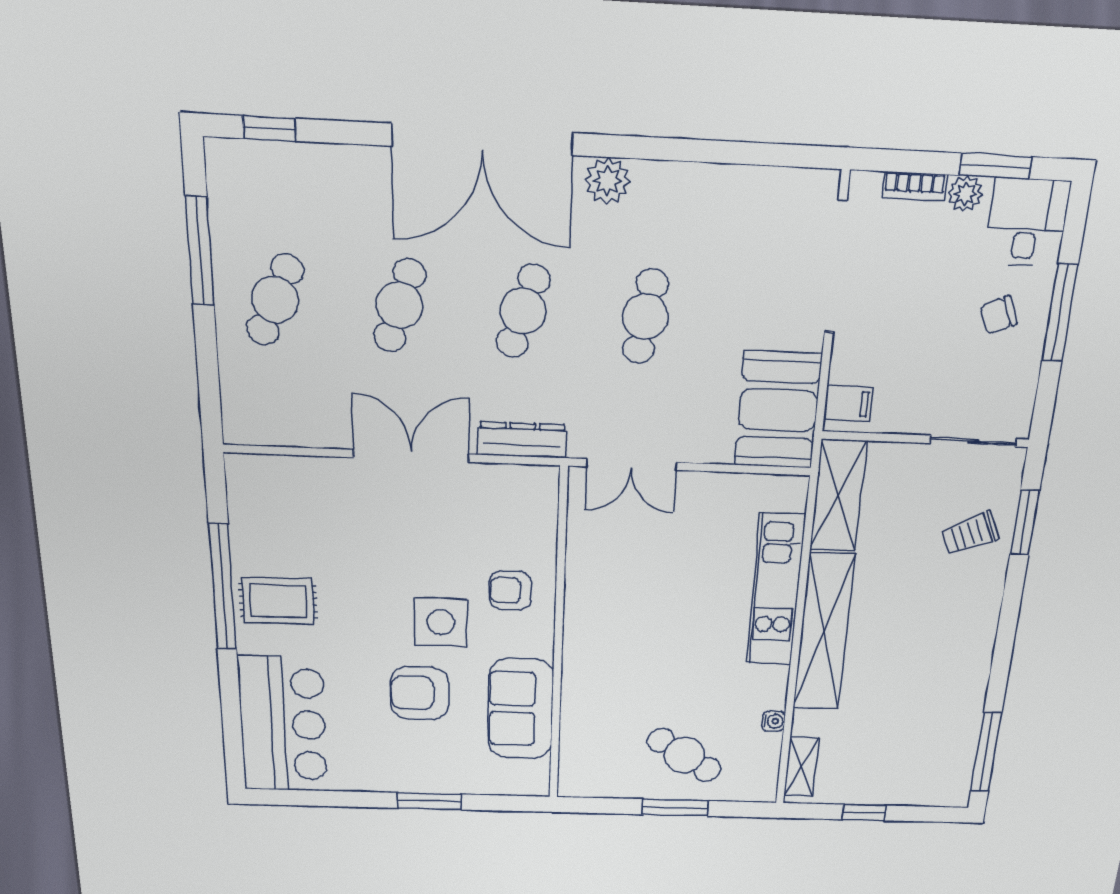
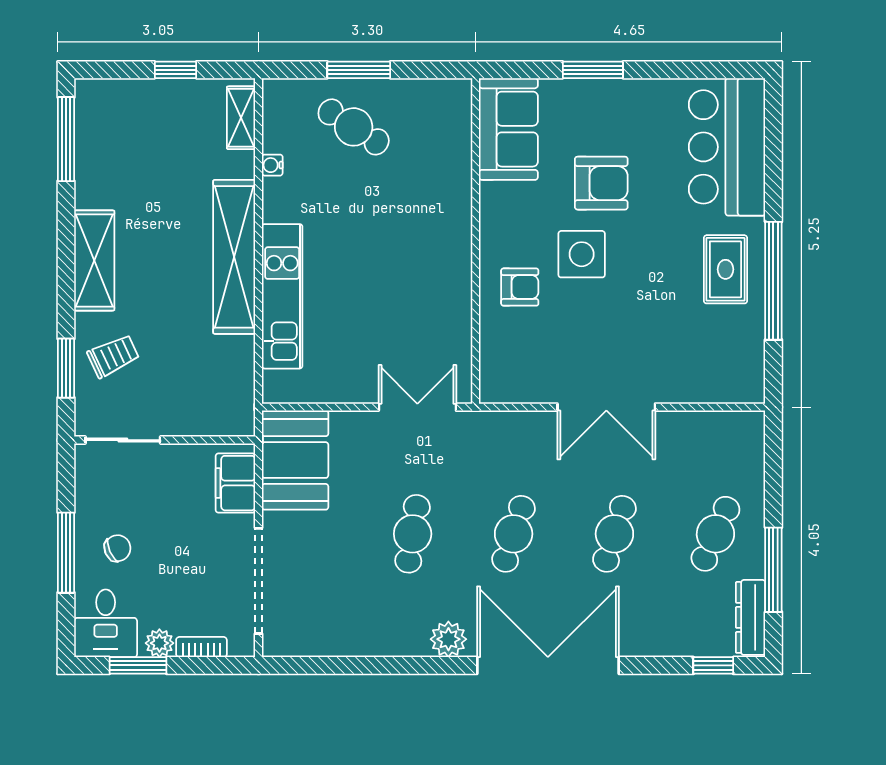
filing cabinet: (848, 404) -> (235, 483), width x2.00
dresser: (522, 440) -> (751, 617), moved, turned 90
shelving: (838, 495) -> (94, 260), moved
rug: (278, 601) -> (725, 269), turned 90
sofa: (521, 709) -> (508, 129), moved

